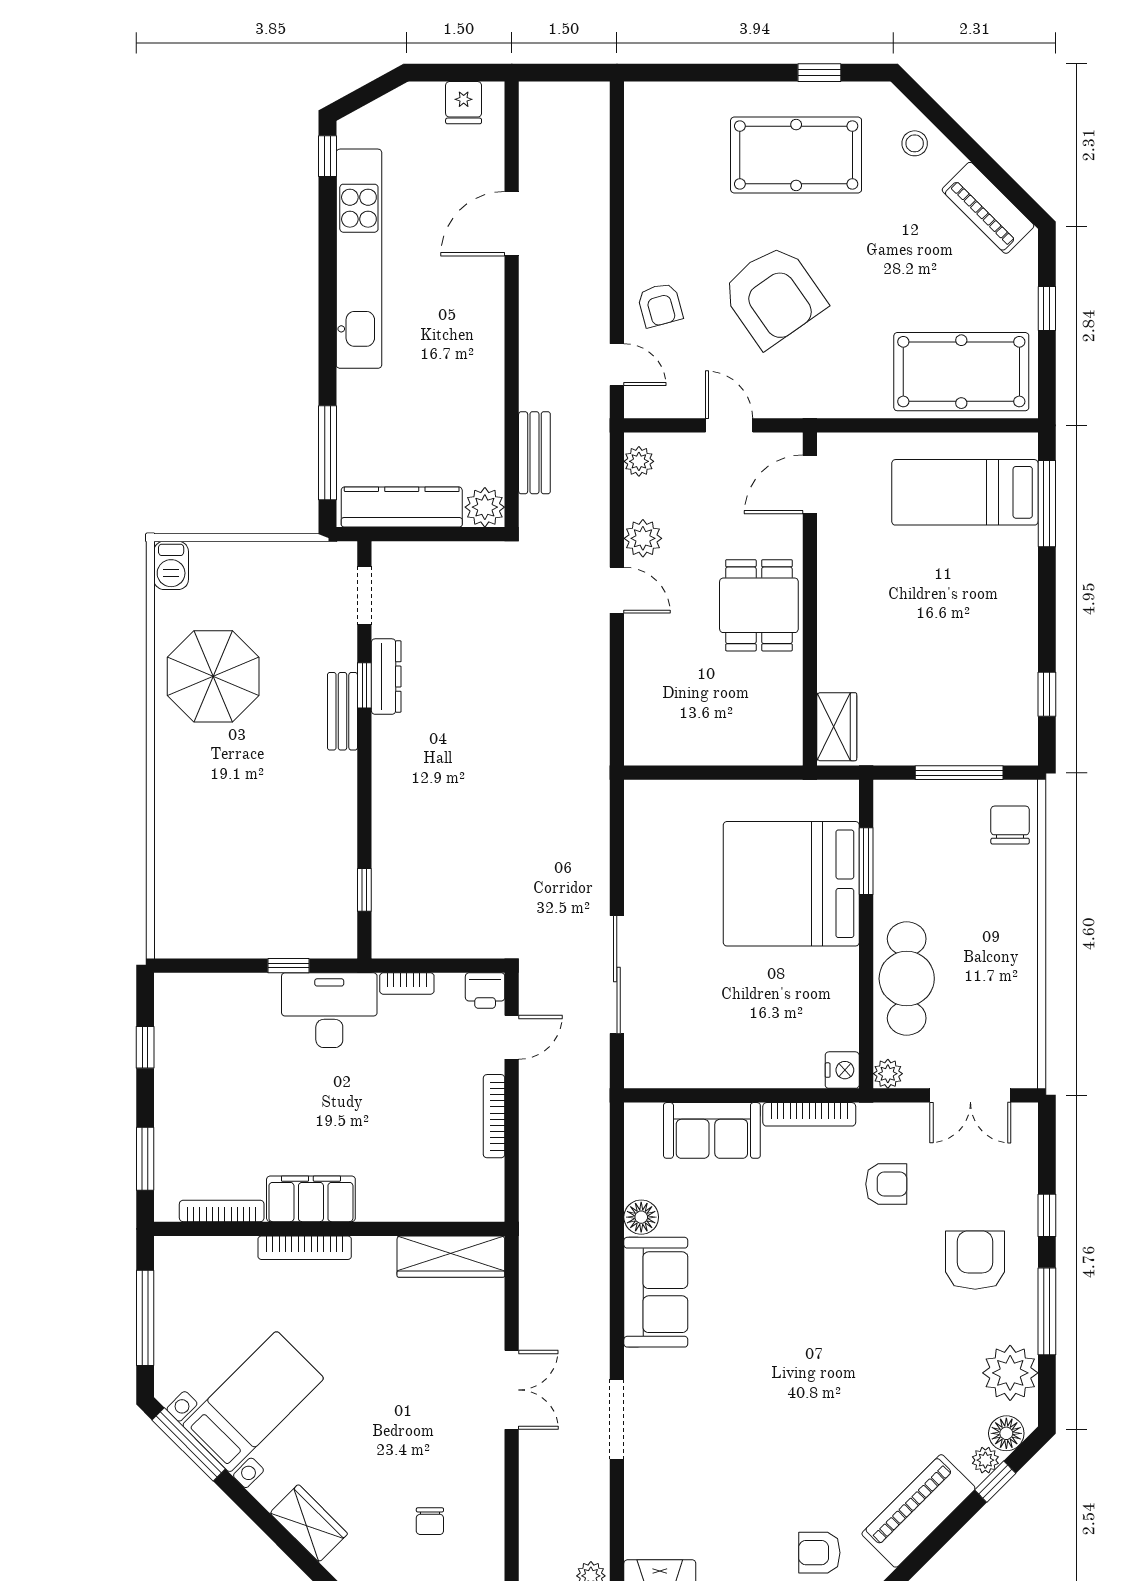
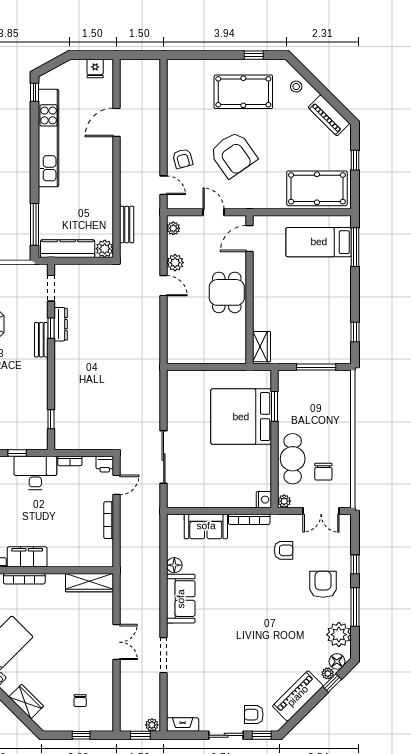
chair: (1010, 825) -> (323, 472), moved, turned 180

